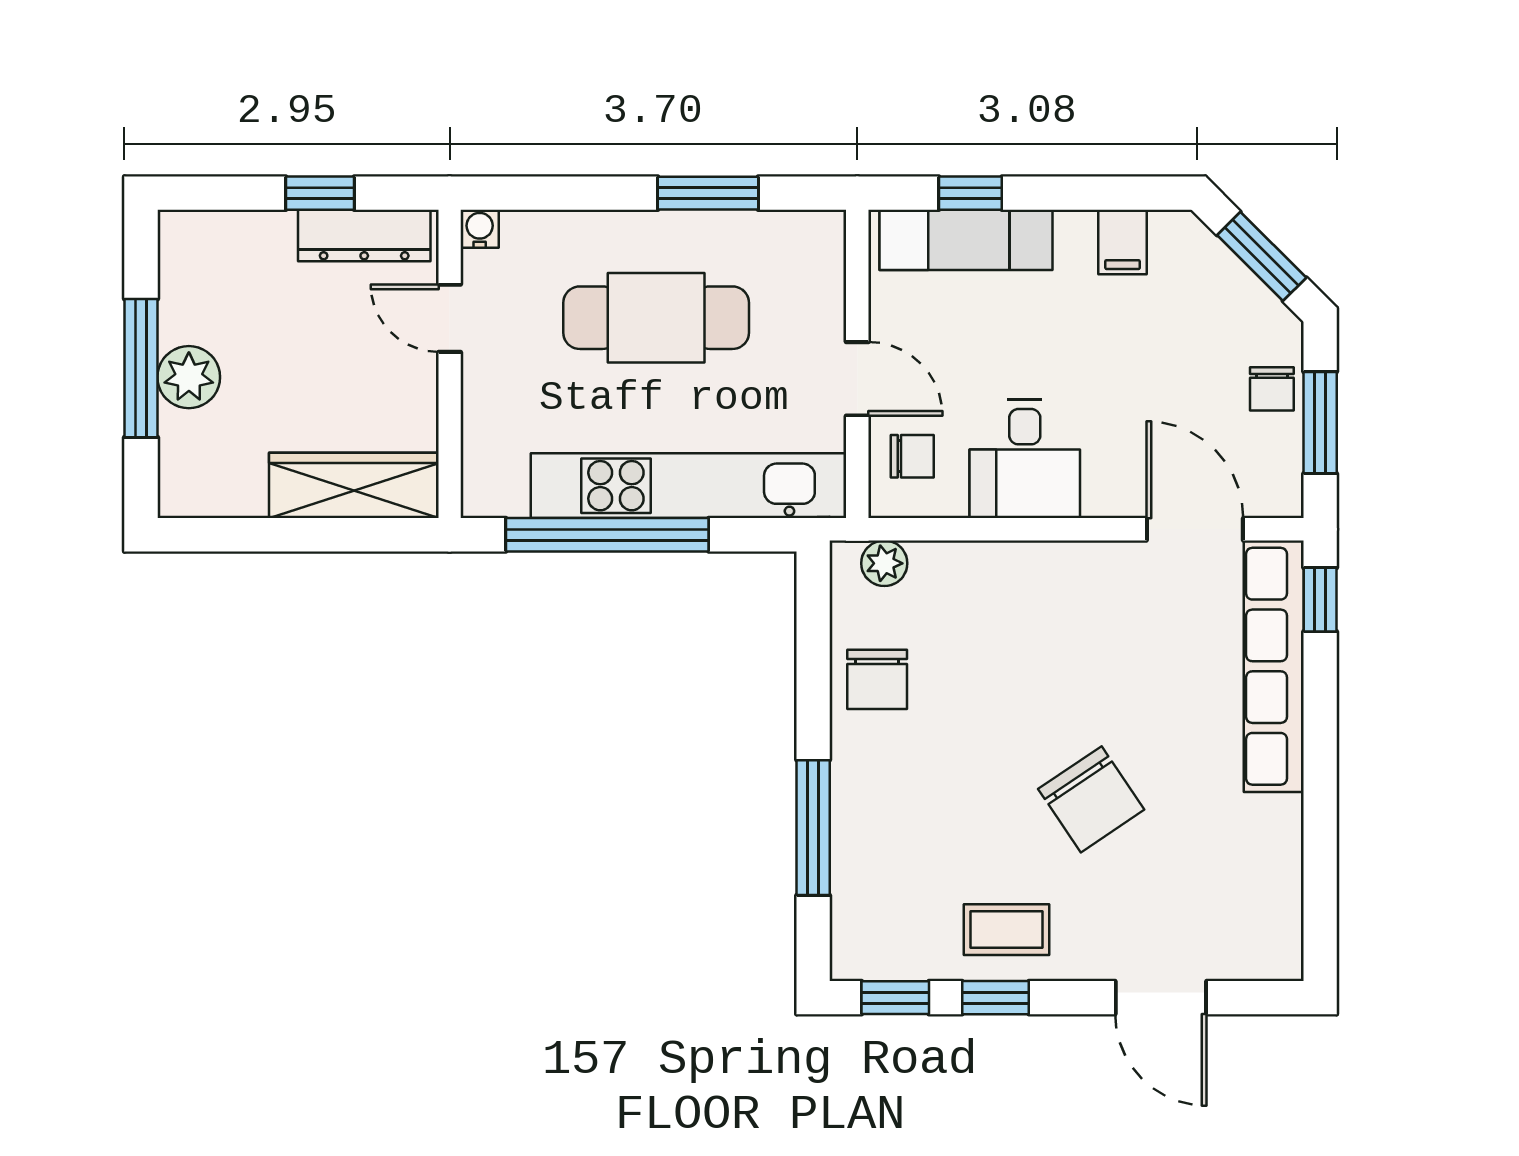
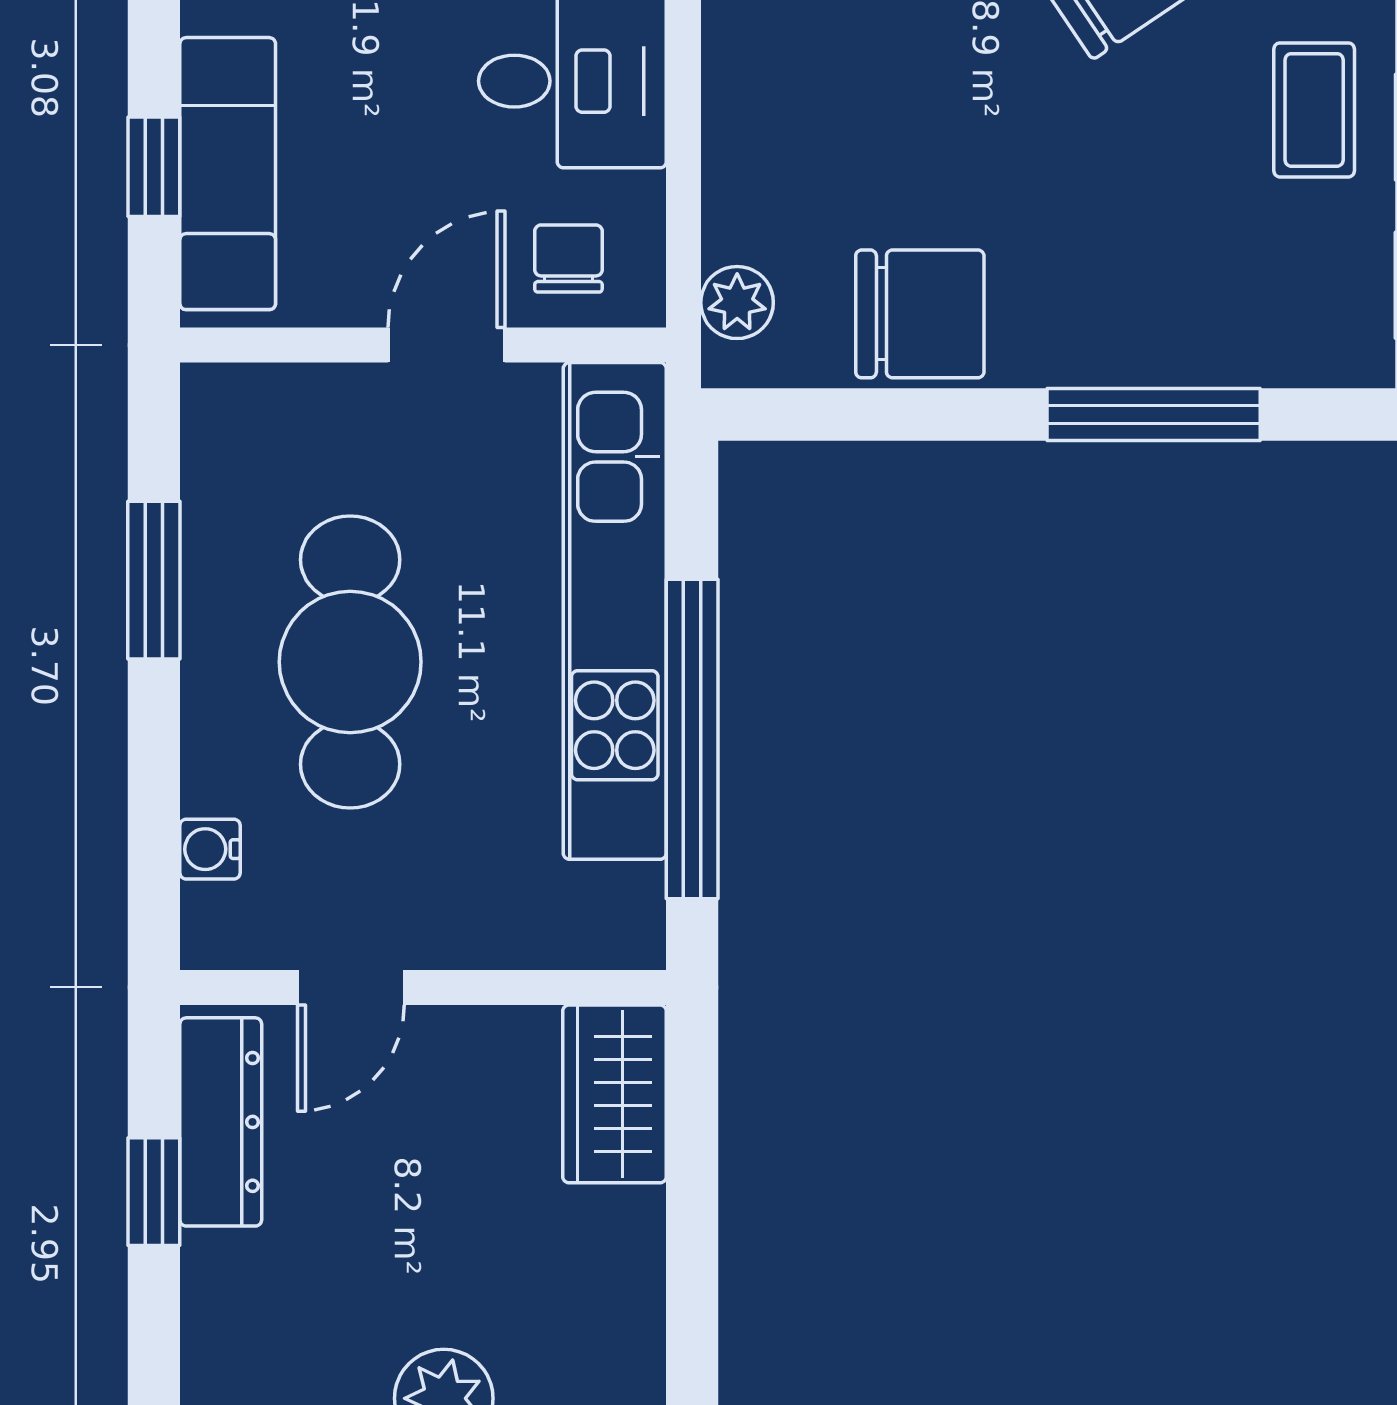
water cooler: (480, 229) -> (210, 849), moved
wardrobe: (354, 485) -> (614, 1094), width x0.67
chair: (877, 679) -> (920, 314), width x1.37, depth x1.37

